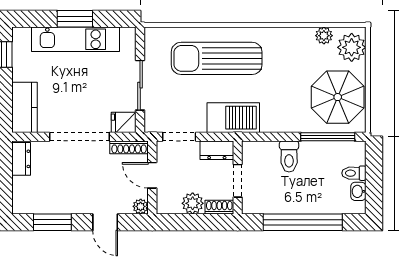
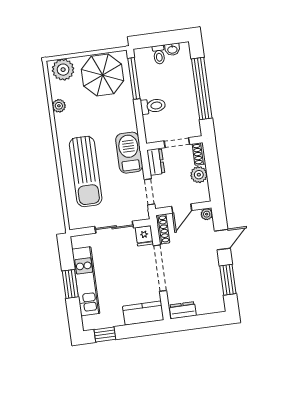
plant: (324, 36) -> (59, 106), moved

